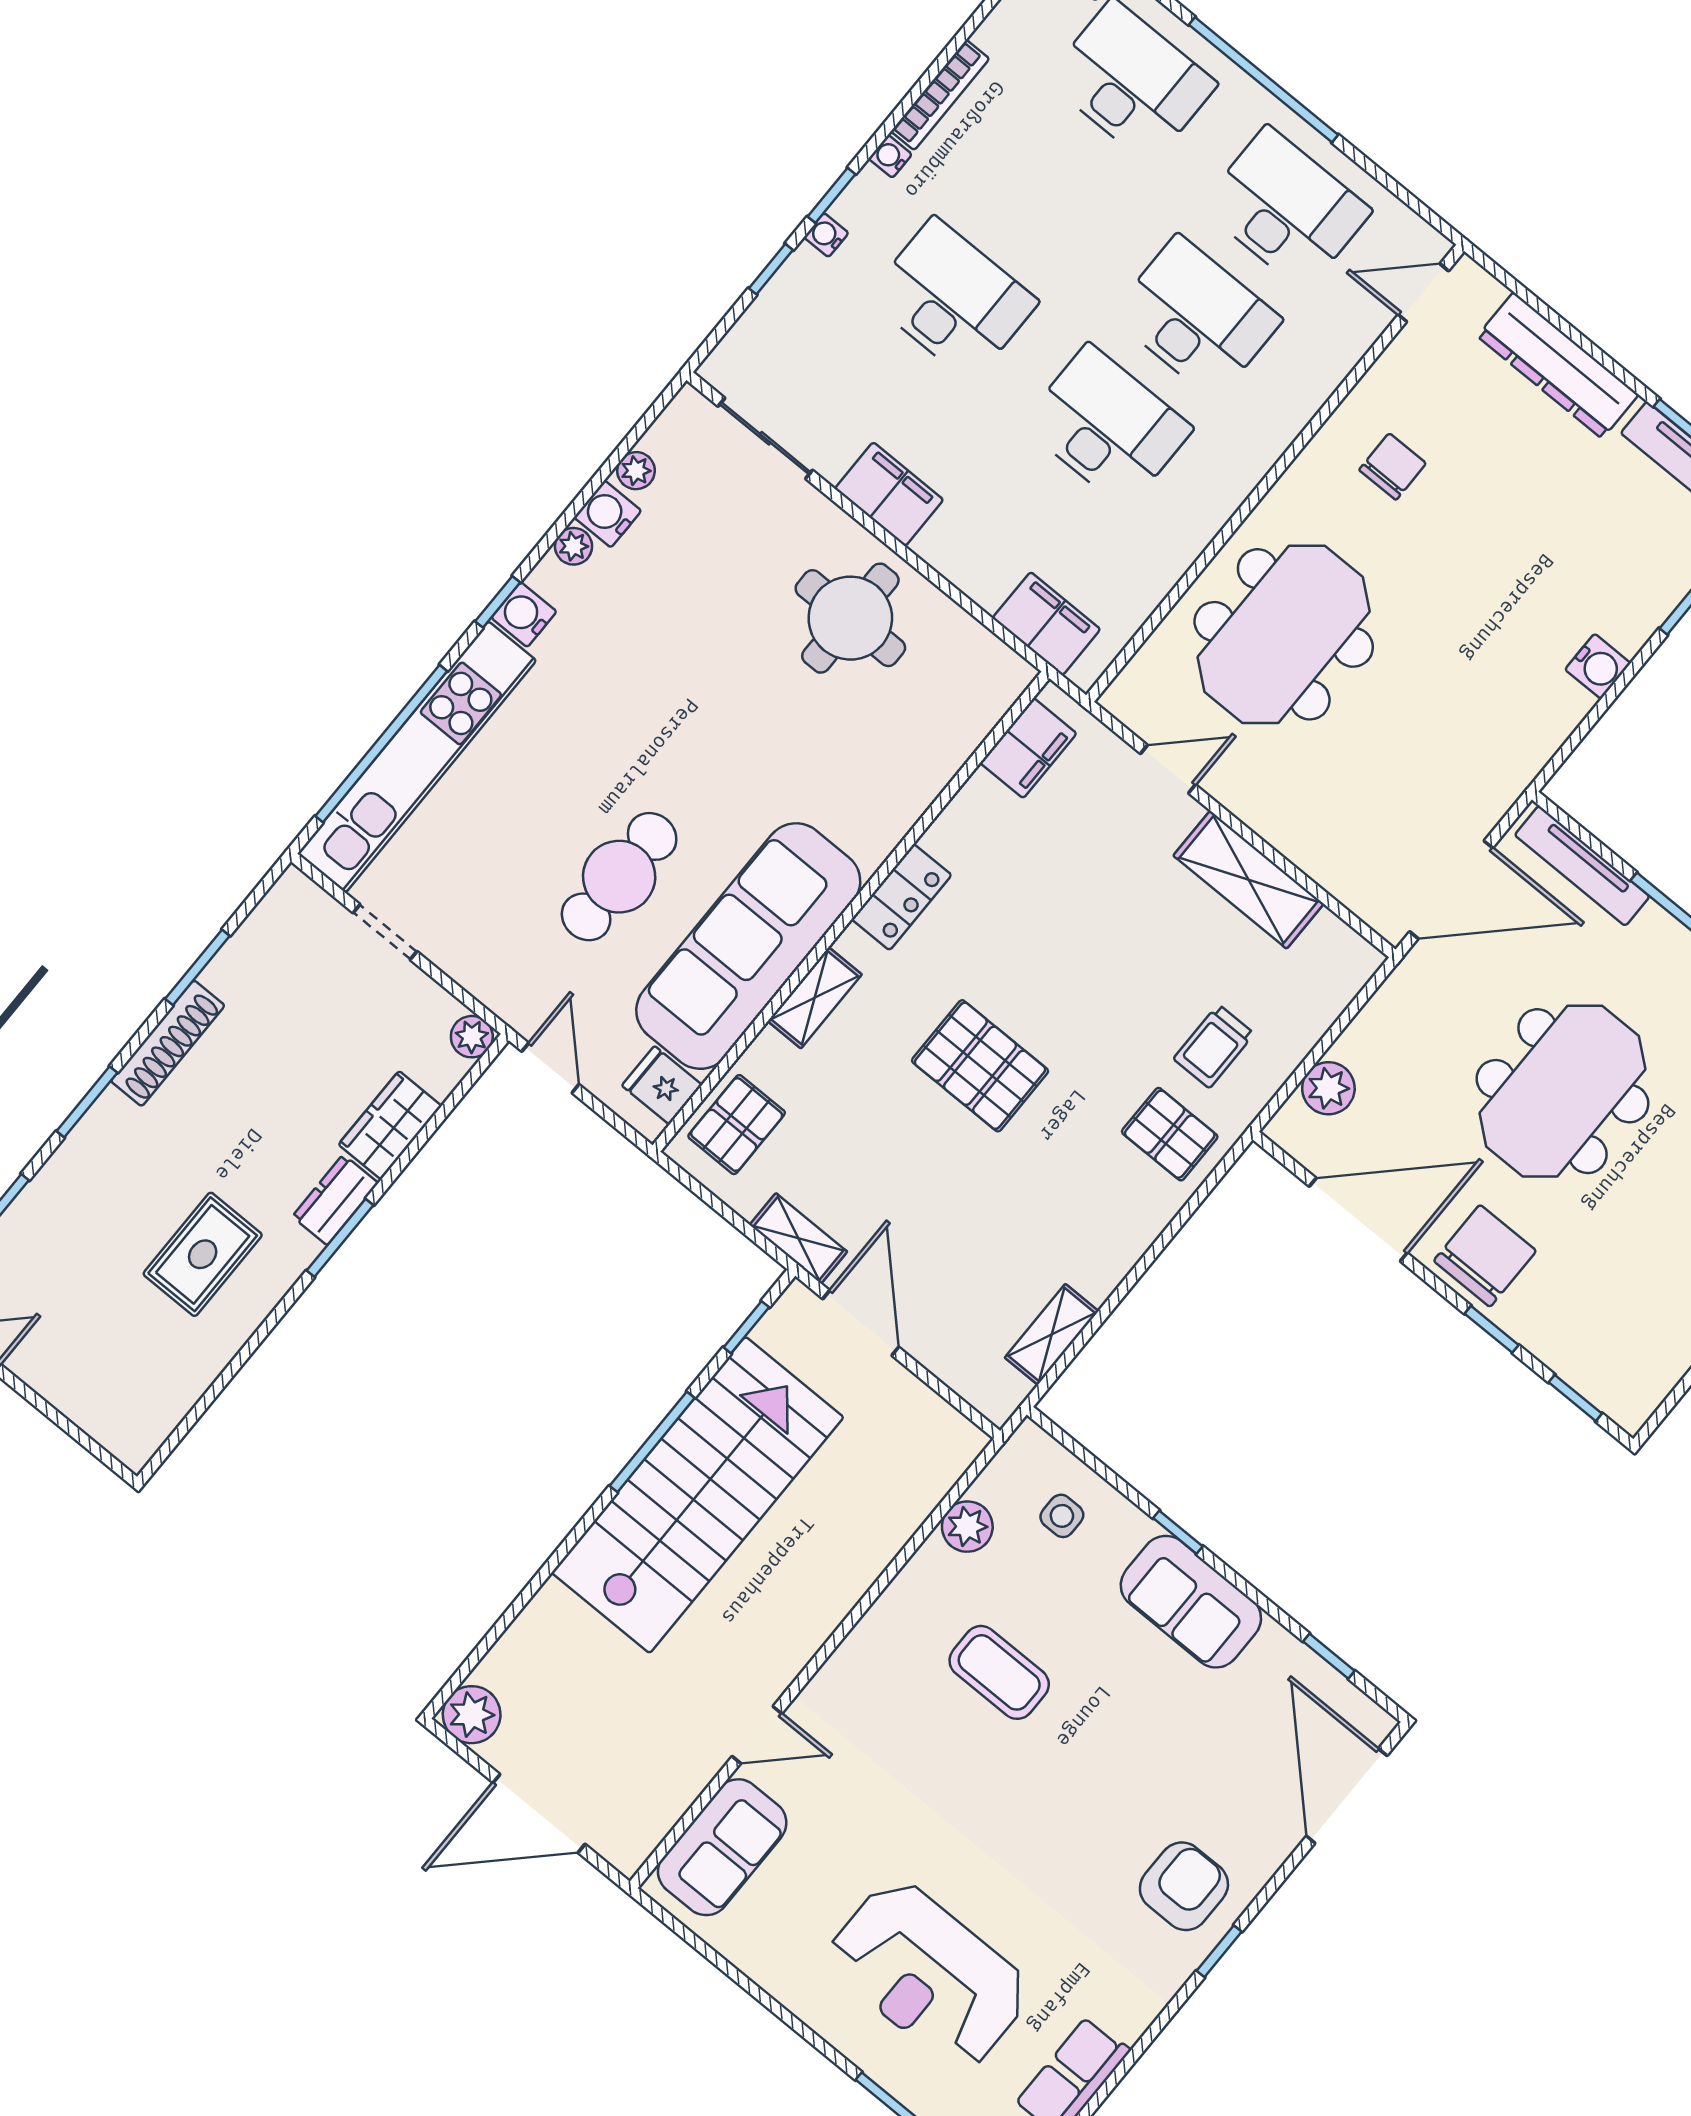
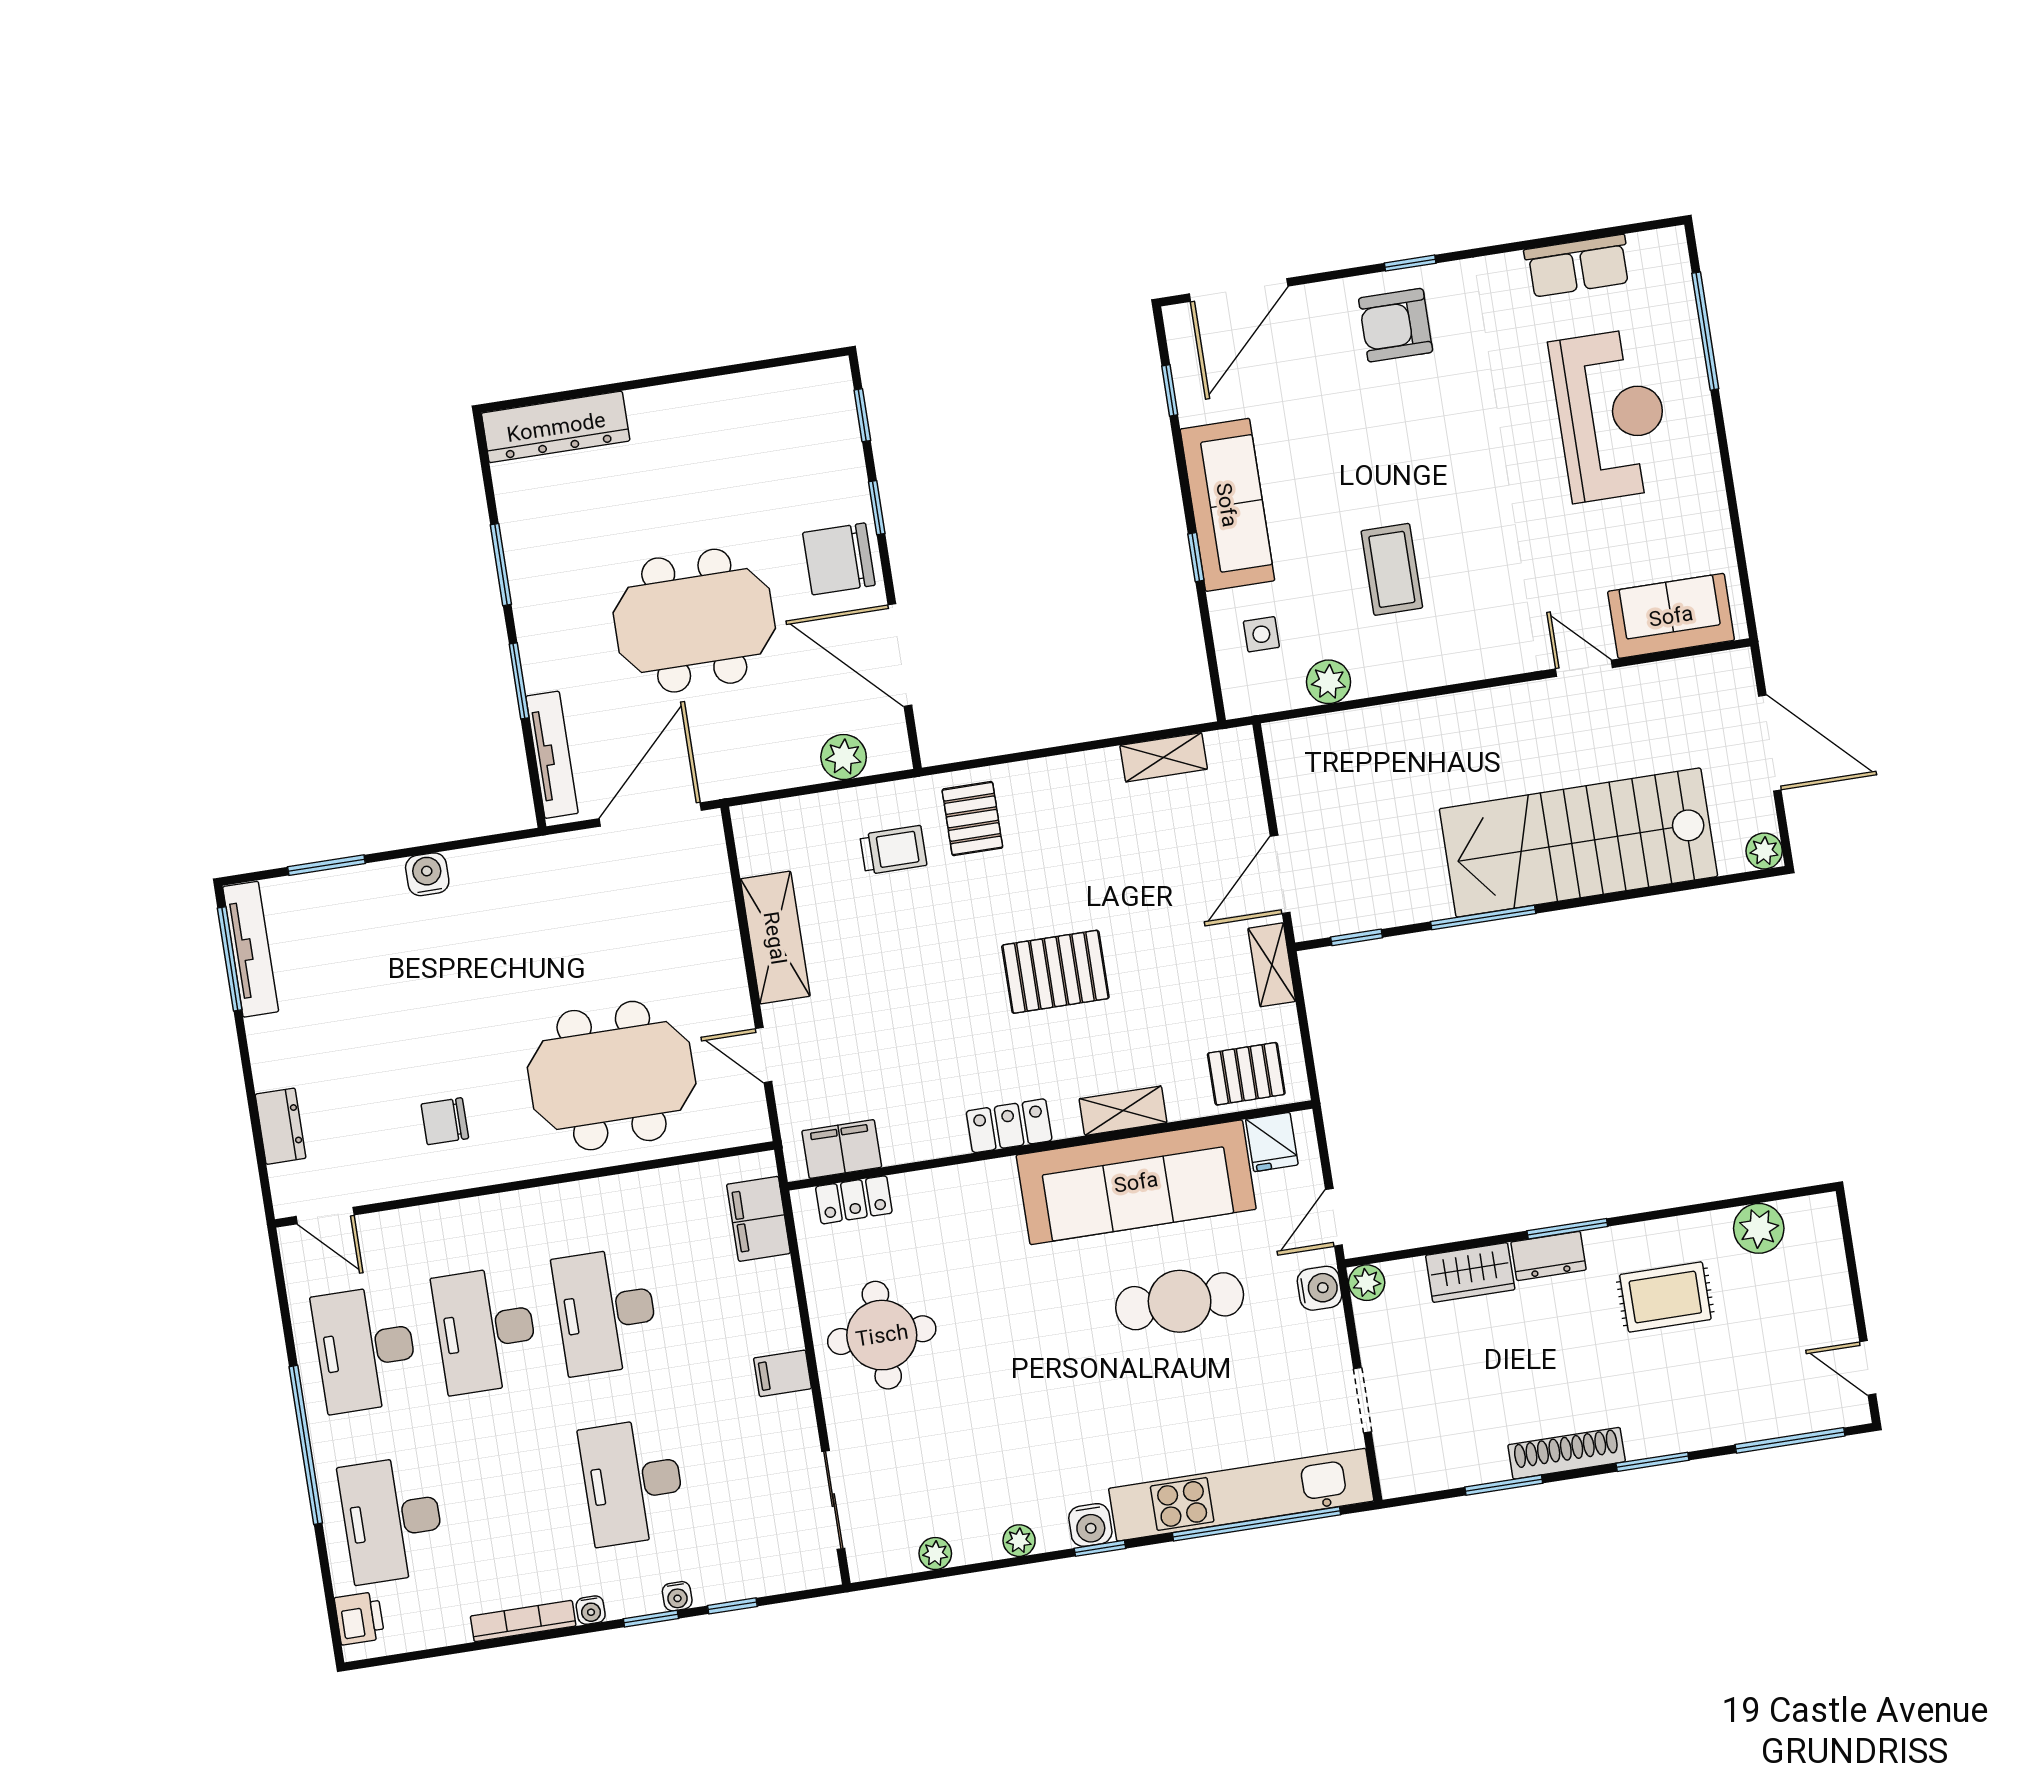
dresser: (1558, 365) -> (281, 1126), width x0.51, depth x0.80
filing cabinet: (889, 494) -> (782, 1373), width x0.50
water cooler: (608, 514) -> (1319, 1288), moved, turned -90
locker: (979, 714) -> (854, 1200), added
door: (1451, 890) -> (650, 814), hinge flipped
pallet: (980, 1066) -> (1055, 972), turned 90
plant: (175, 1385) -> (1759, 1228), added
stairs: (698, 1495) -> (1578, 843), moved
sofa: (1191, 1602) -> (1227, 505), width x1.36
plant: (472, 1715) -> (1764, 851), width x0.73, depth x0.73

